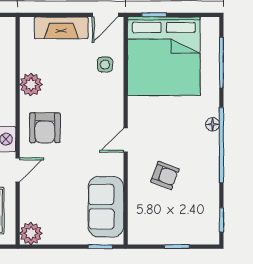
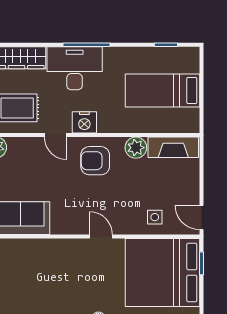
fireplace: (61, 28) -> (173, 147), moved, turned -90
door: (126, 140) -> (101, 237), moved
armchair: (165, 175) -> (50, 274), removed

